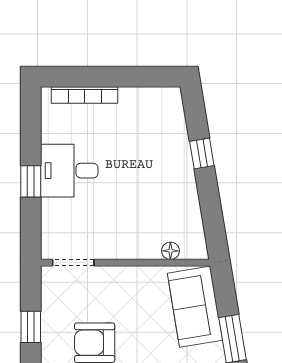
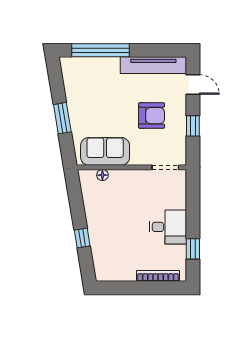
window: (31, 181) -> (193, 249), moved
sofa: (195, 307) -> (105, 151), moved, turned -81

